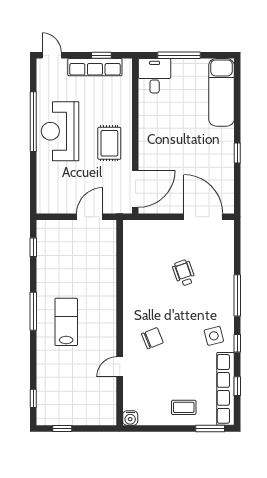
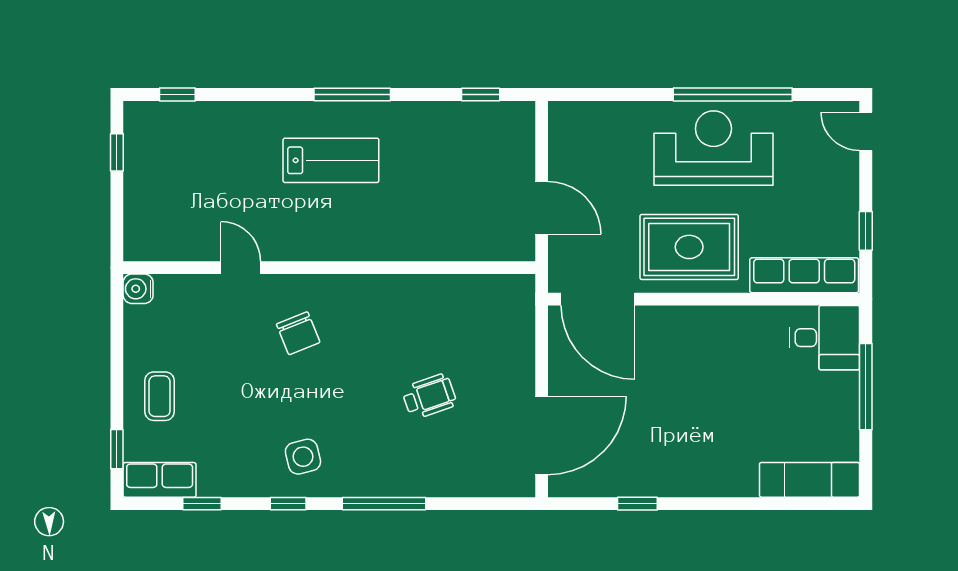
door: (52, 55) -> (866, 131), swing flipped
row of seats: (95, 67) -> (804, 275), moved, turned 90
exam couch: (221, 92) -> (810, 480), width x0.73, depth x0.69
rug: (109, 143) -> (689, 247), width x1.36, depth x1.43
window: (237, 153) -> (637, 504), moved
row of seats: (225, 389) -> (160, 480), width x0.50
window: (210, 429) -> (117, 449), width x0.67

